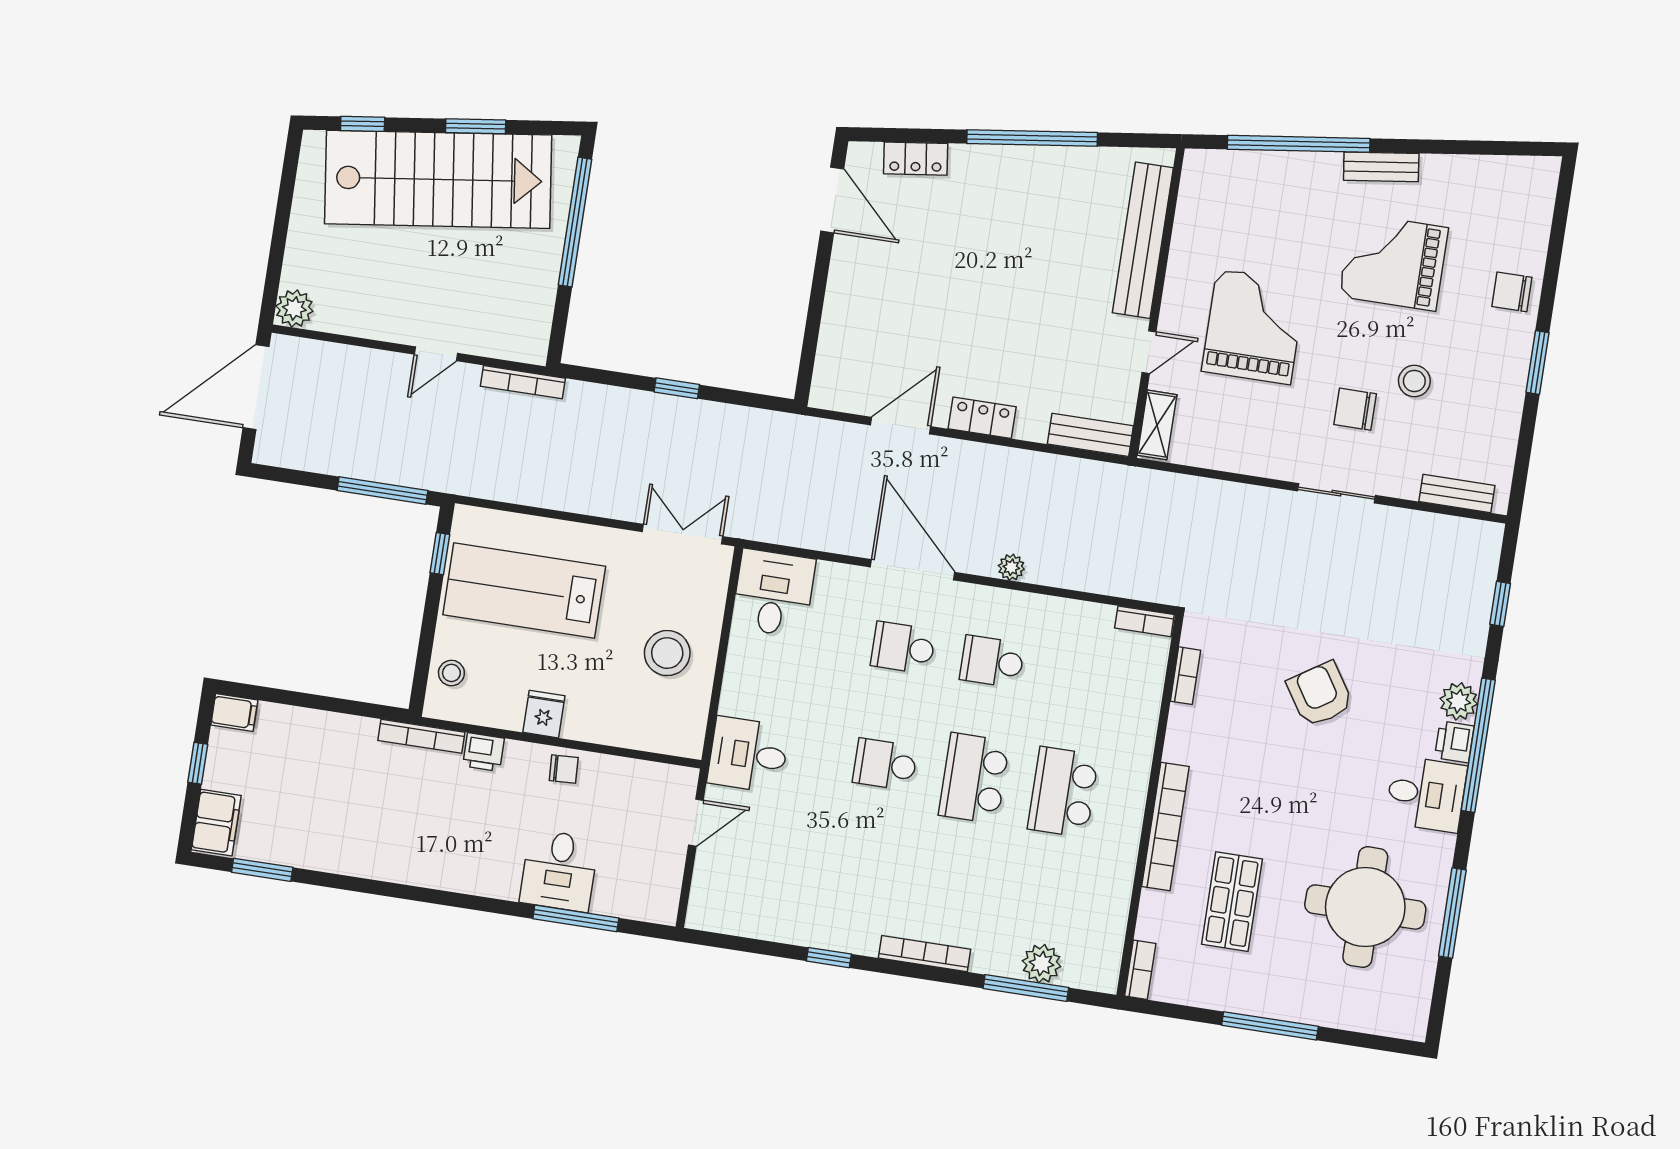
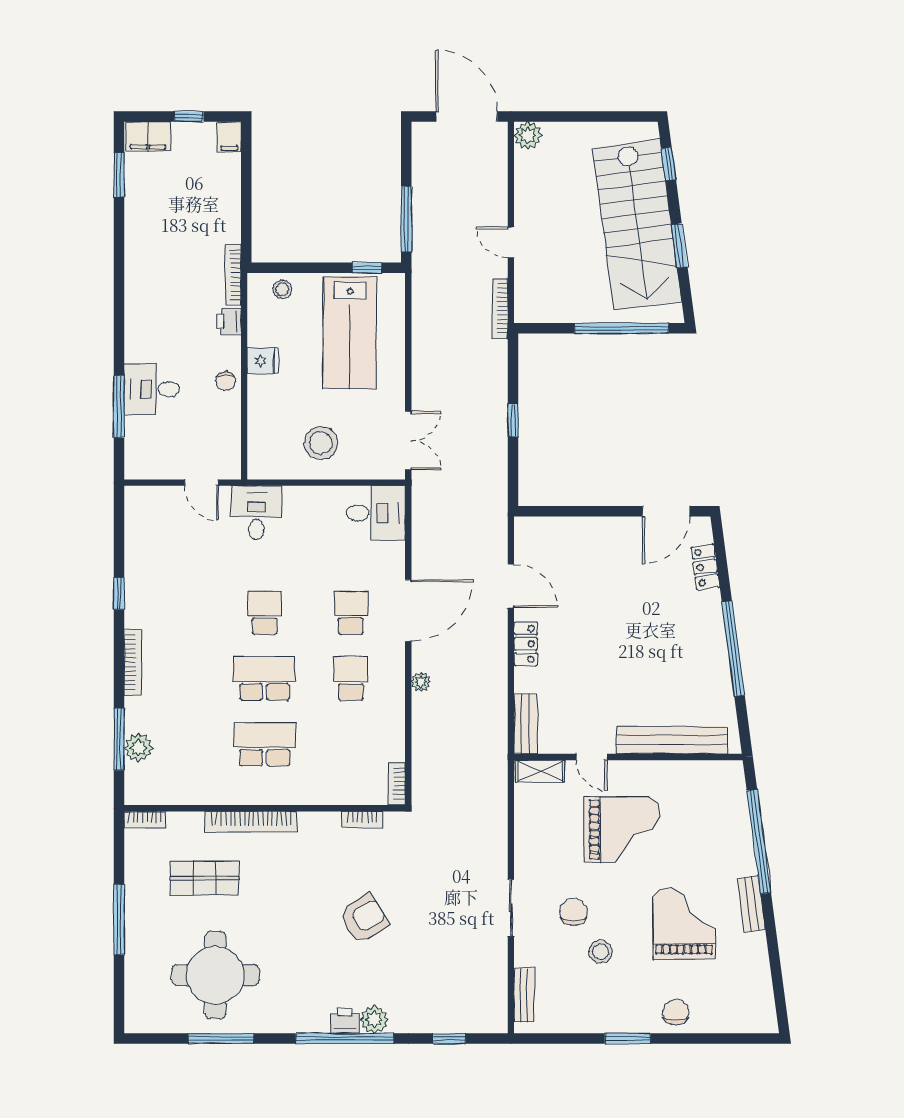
lab bench: (524, 591) -> (350, 333), turned 180
desk: (1426, 794) -> (304, 1006), removed

